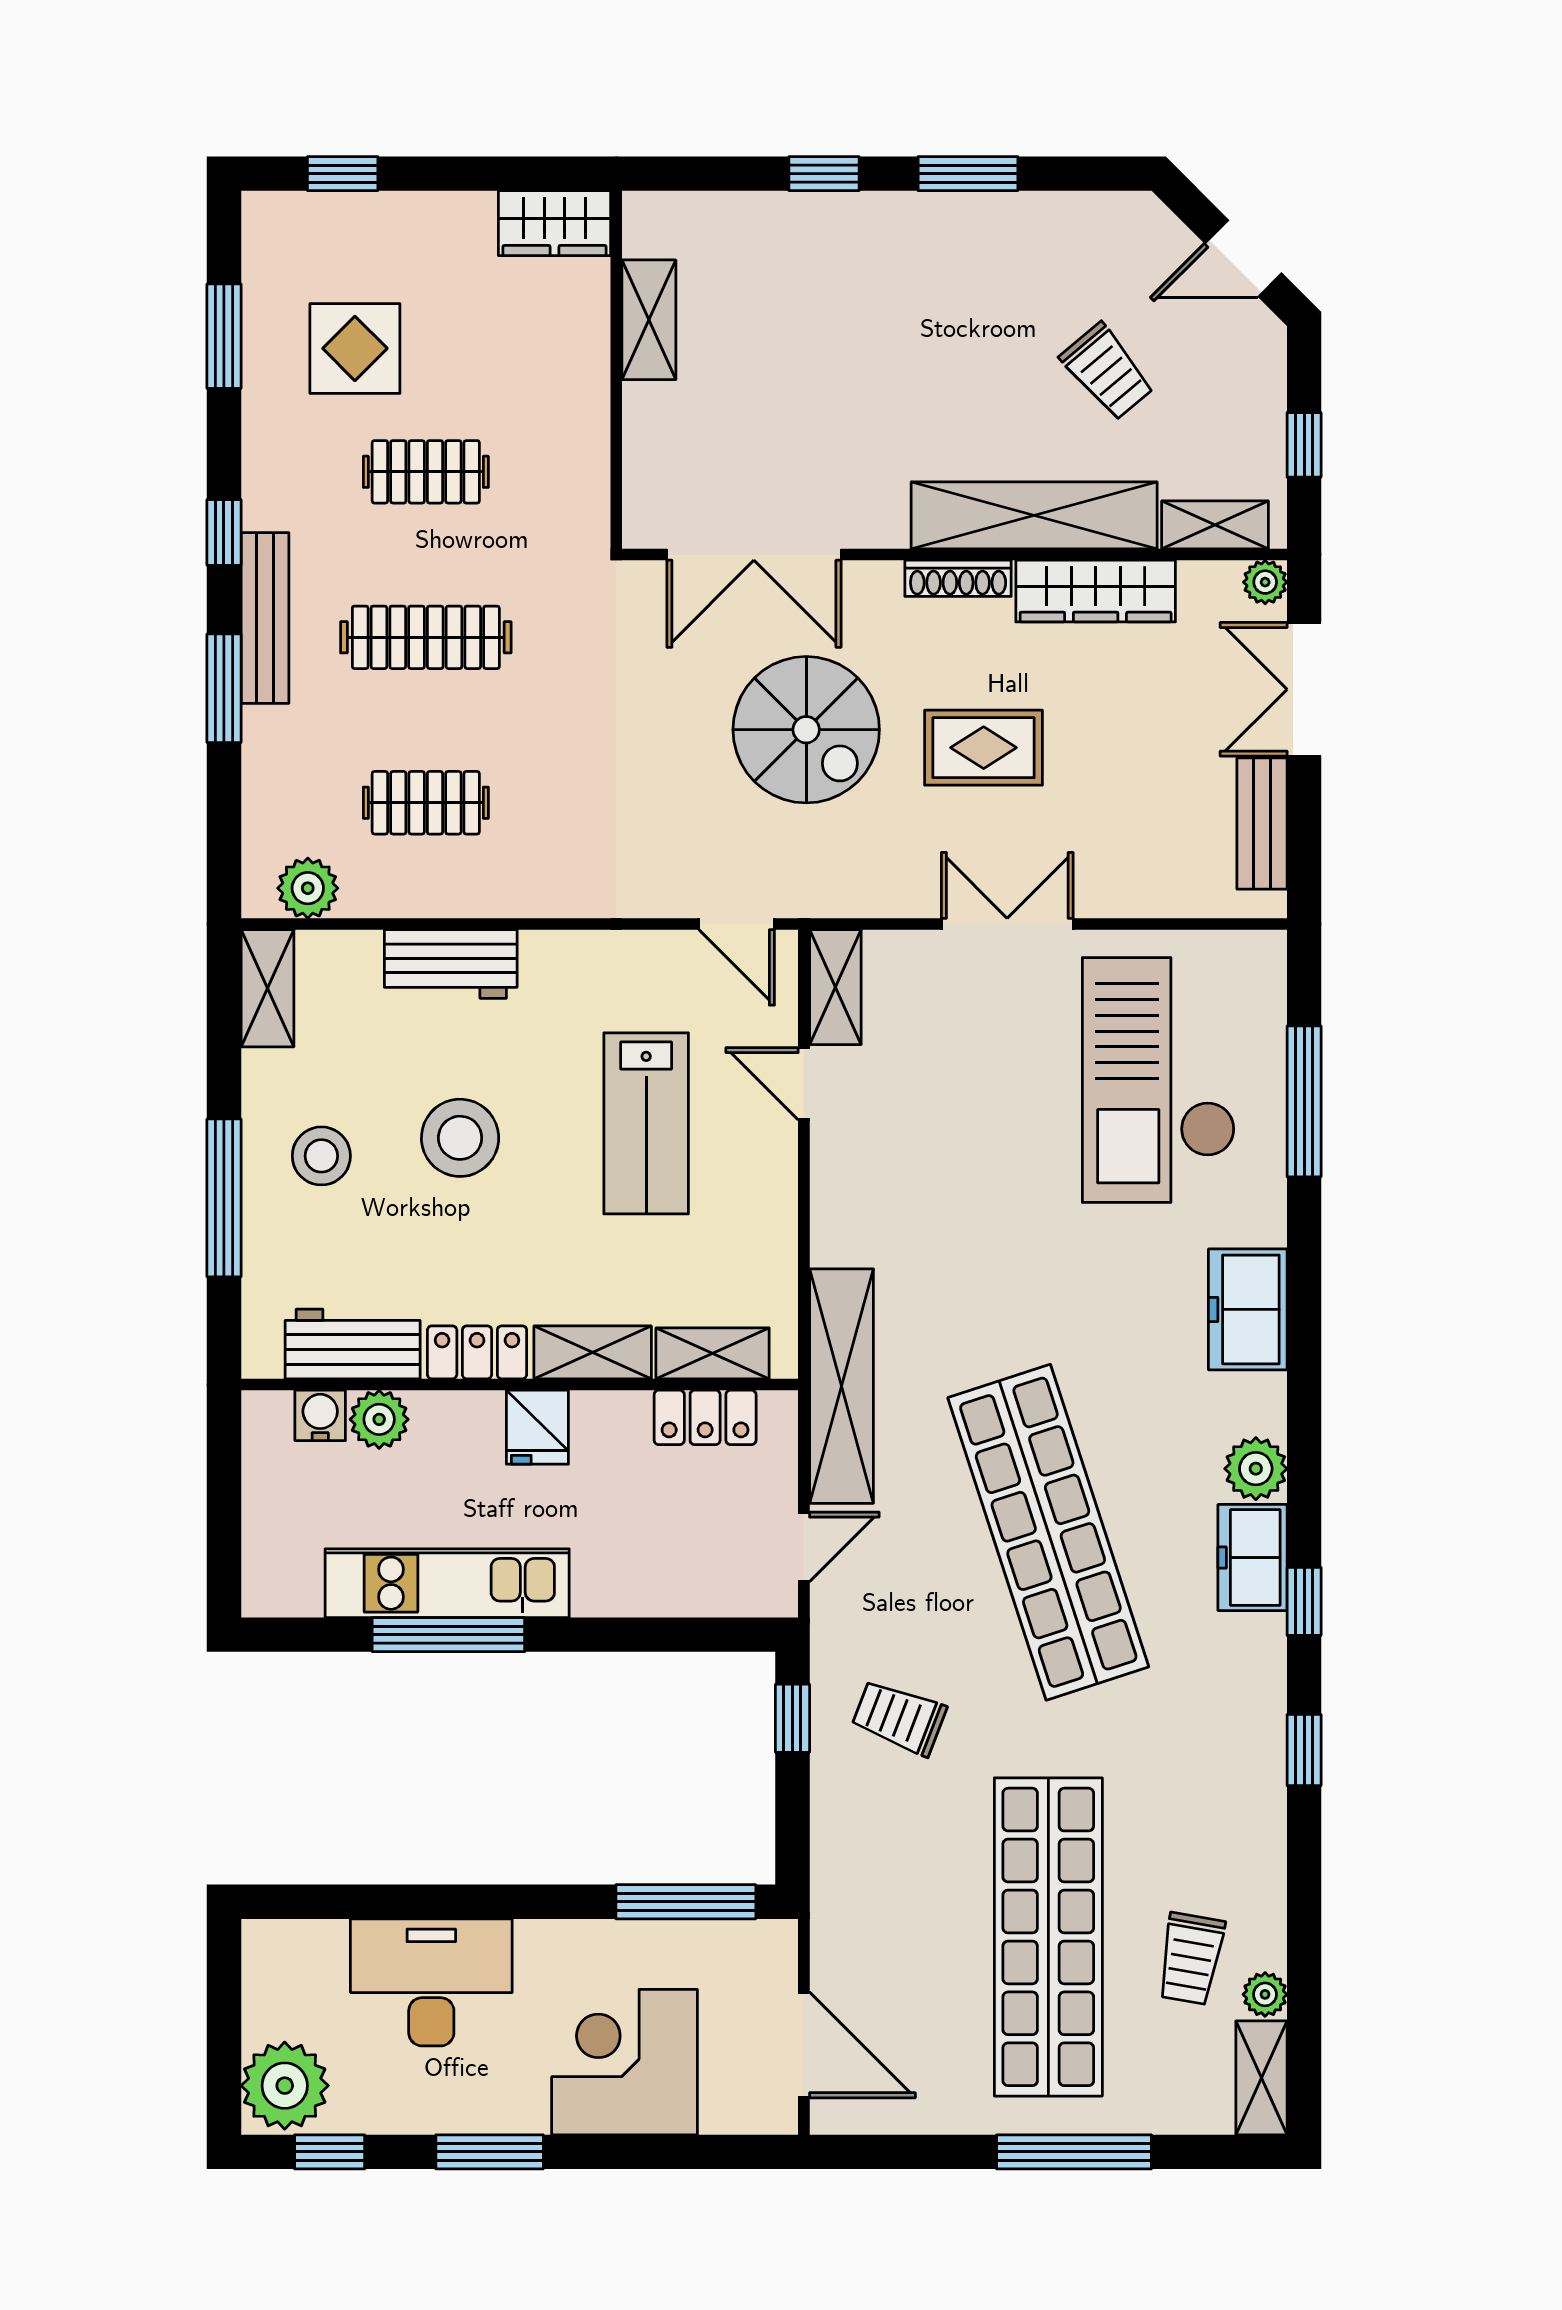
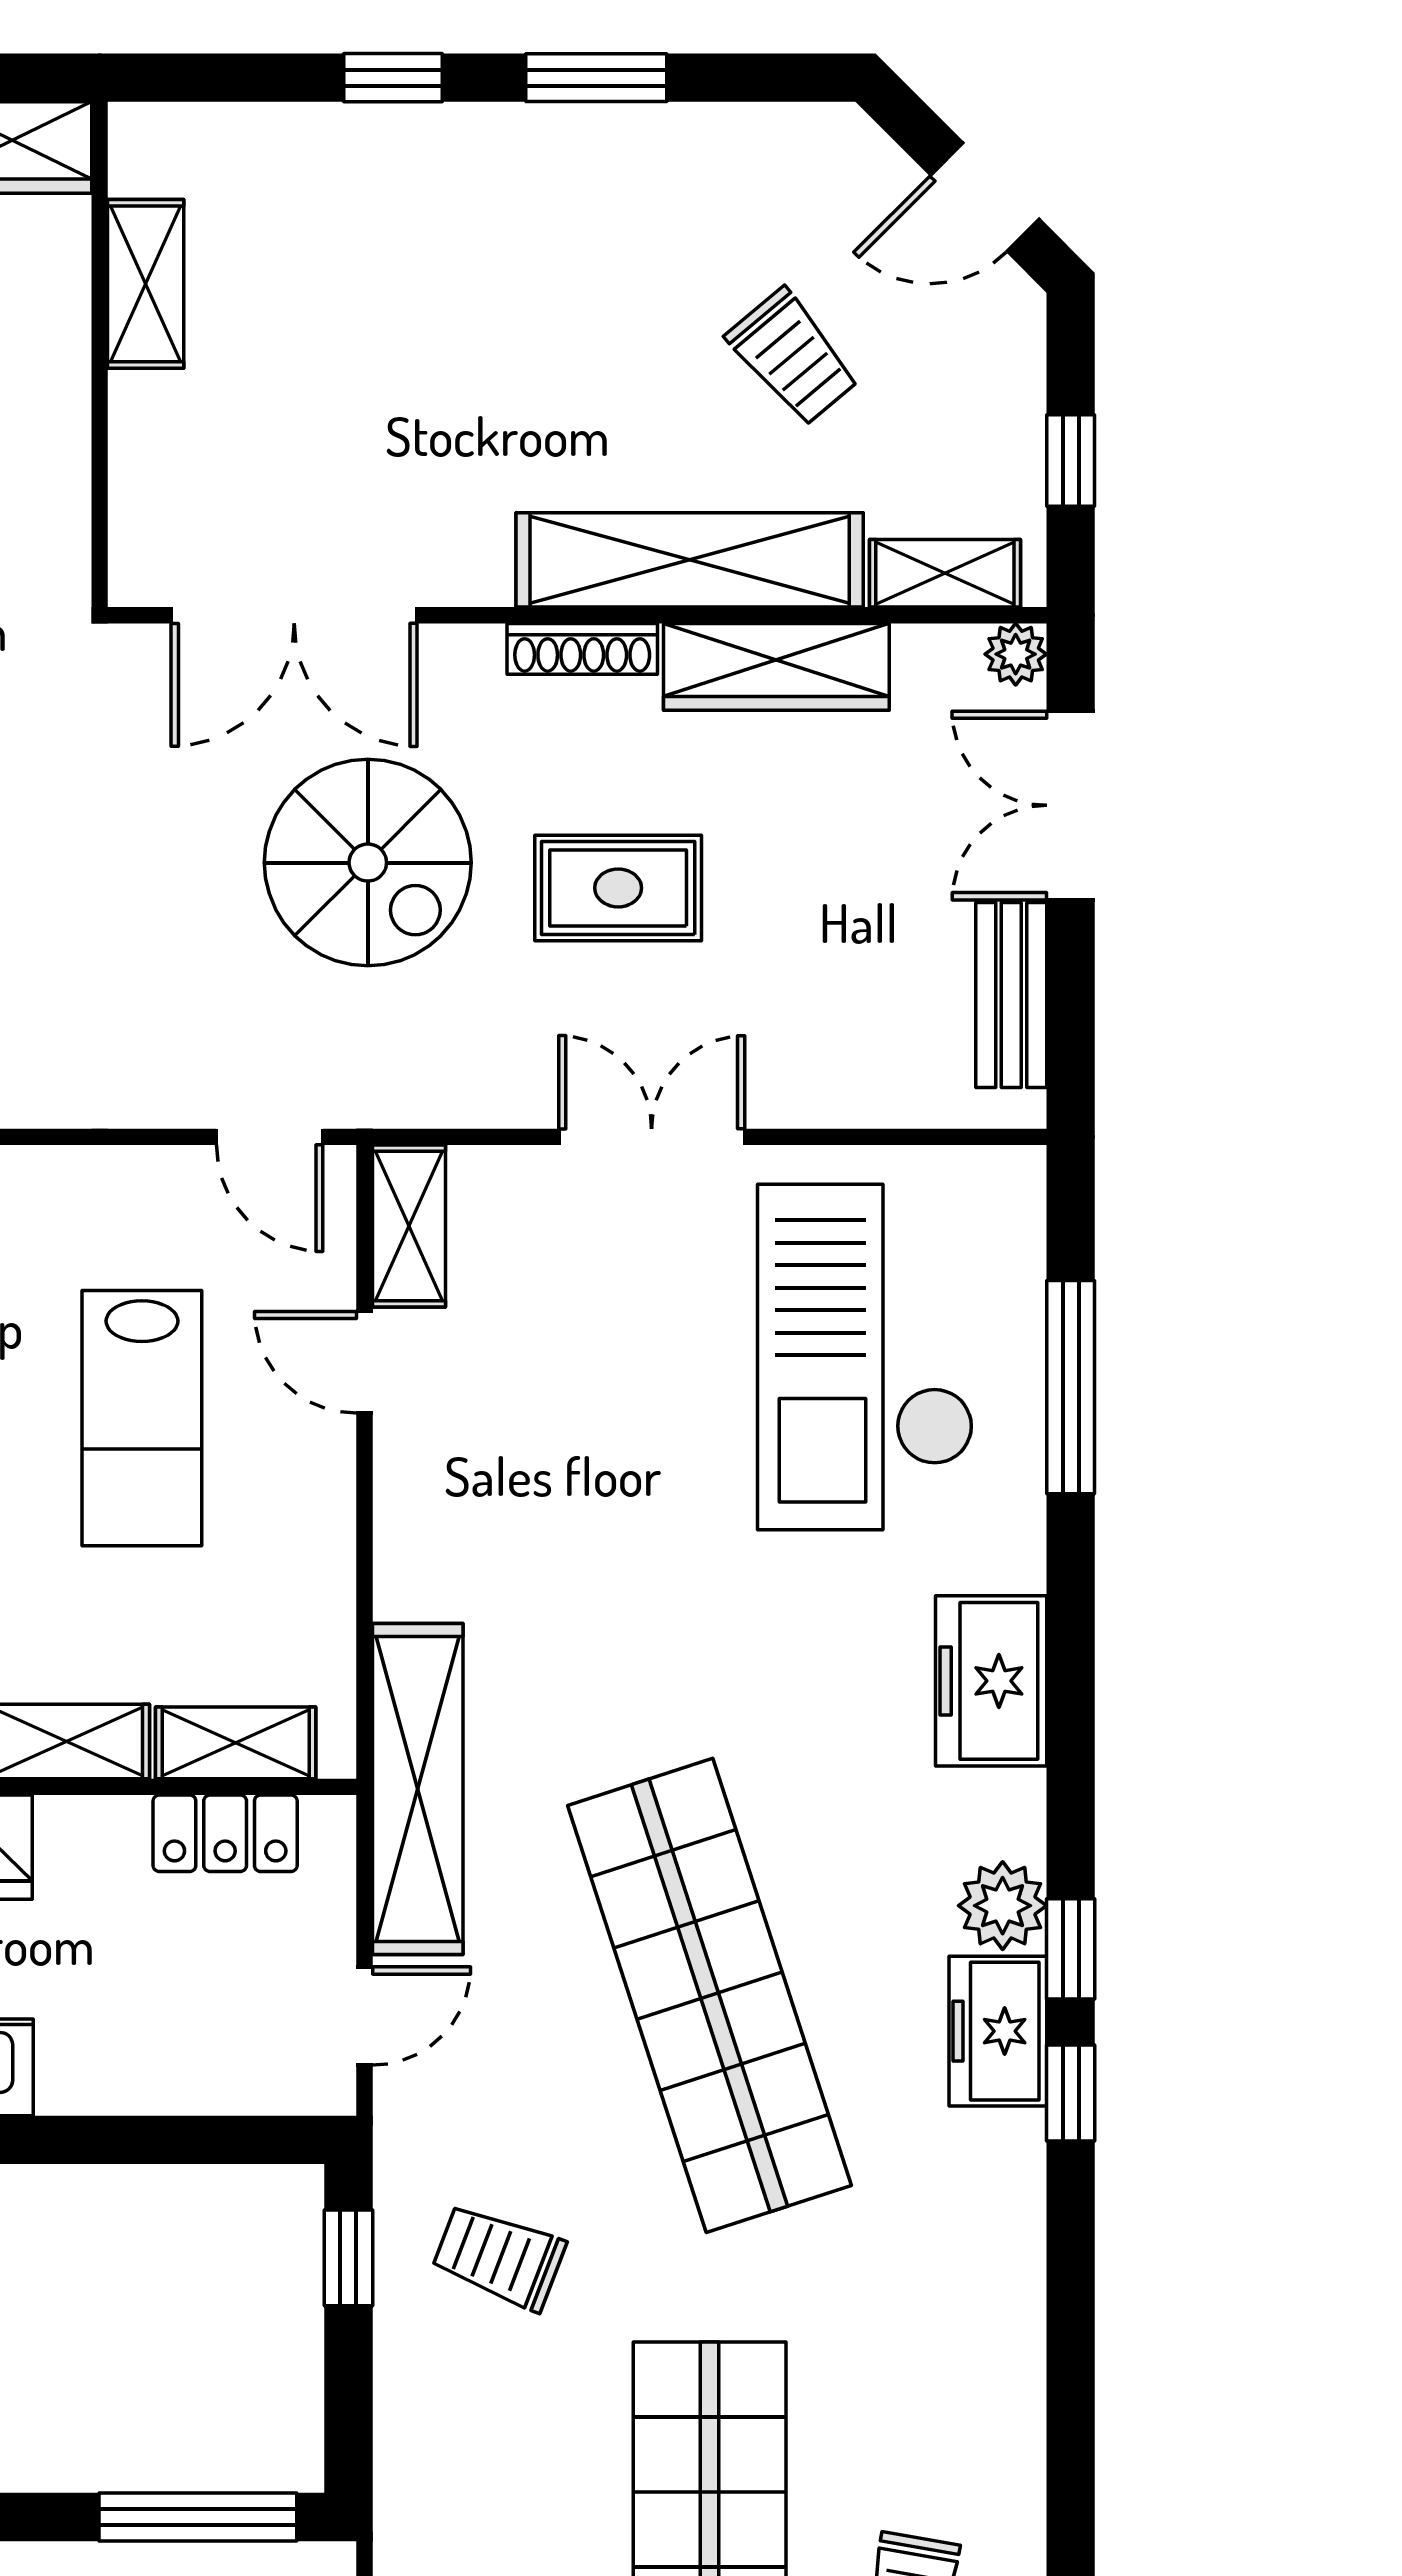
window: (1304, 1750) -> (1071, 1949), moved

